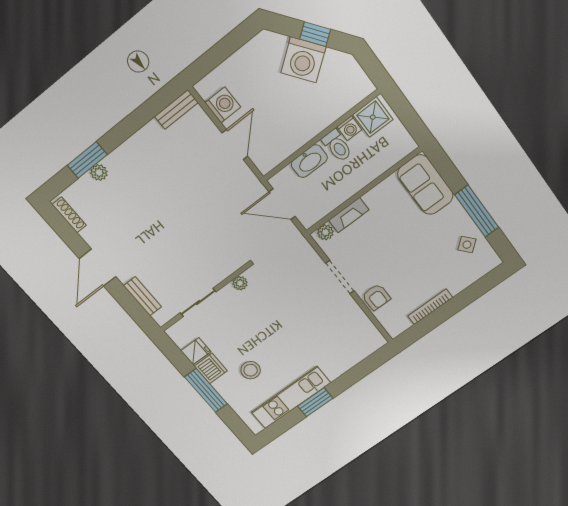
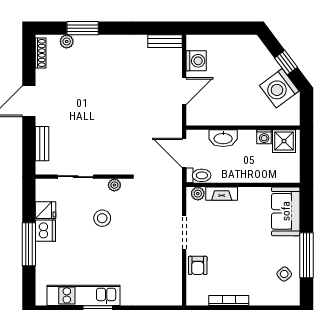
washing machine: (303, 60) -> (279, 88), moved
toilet: (337, 146) -> (198, 175), moved, turned -90
plant: (99, 172) -> (67, 41), moved
stool: (251, 370) -> (102, 218), moved

